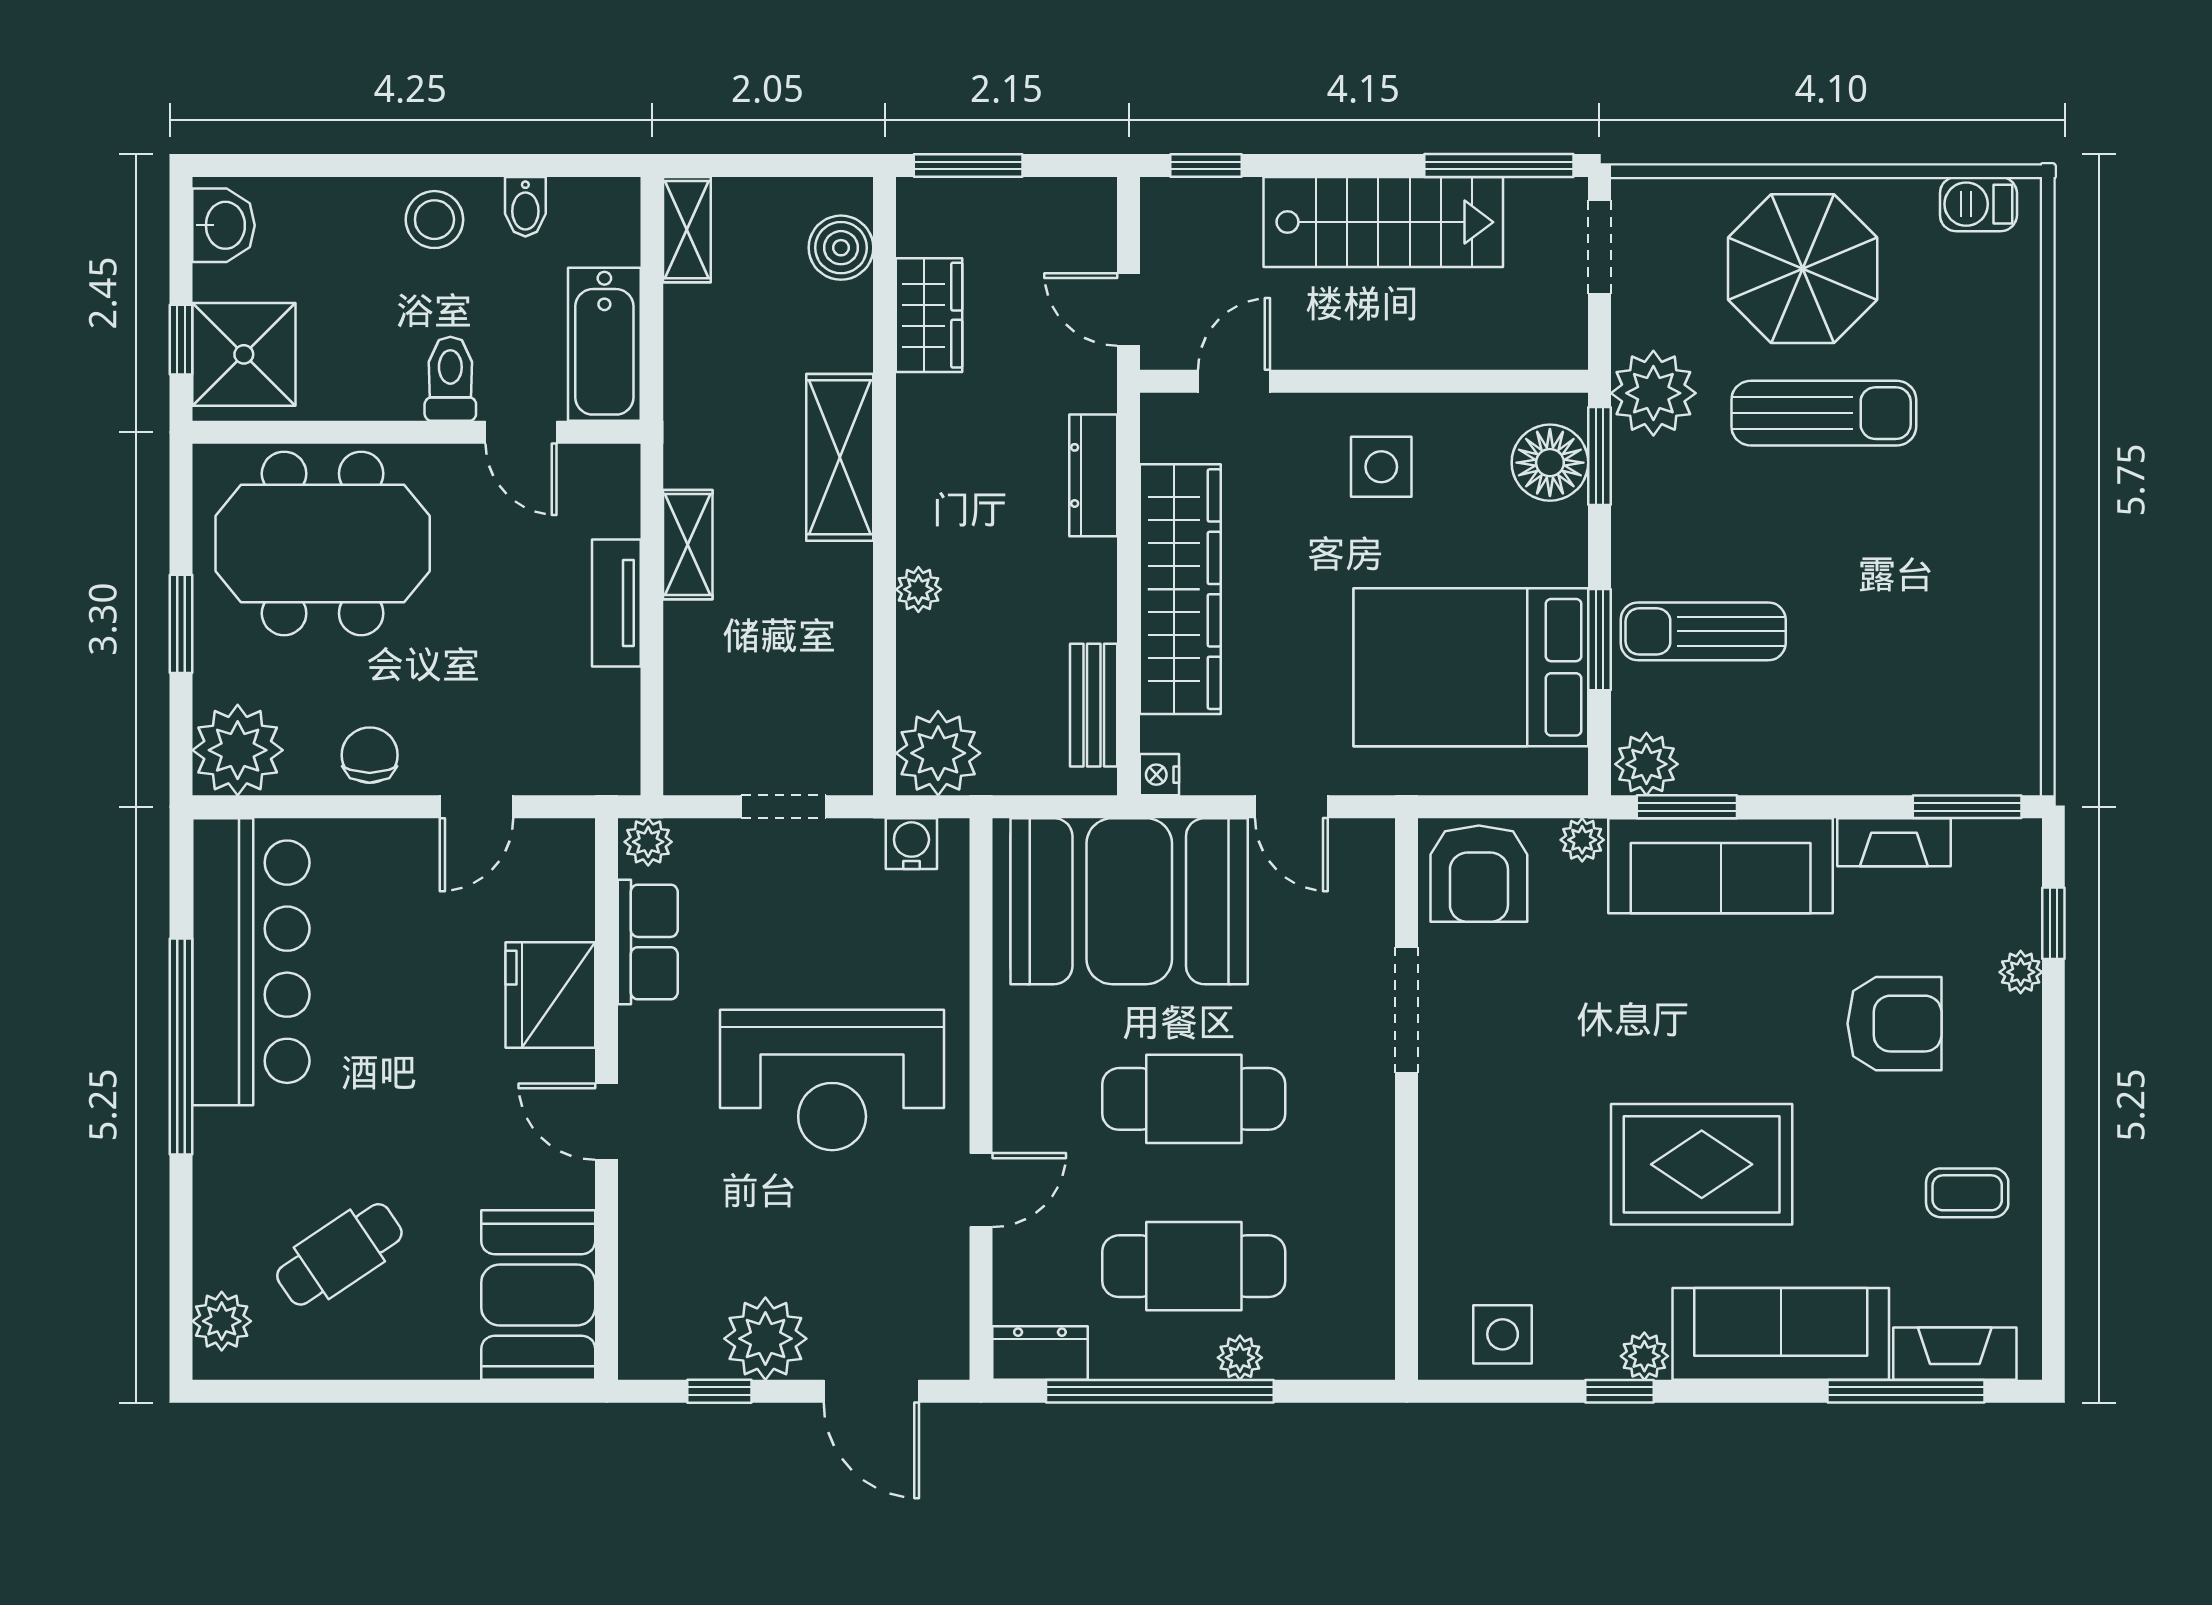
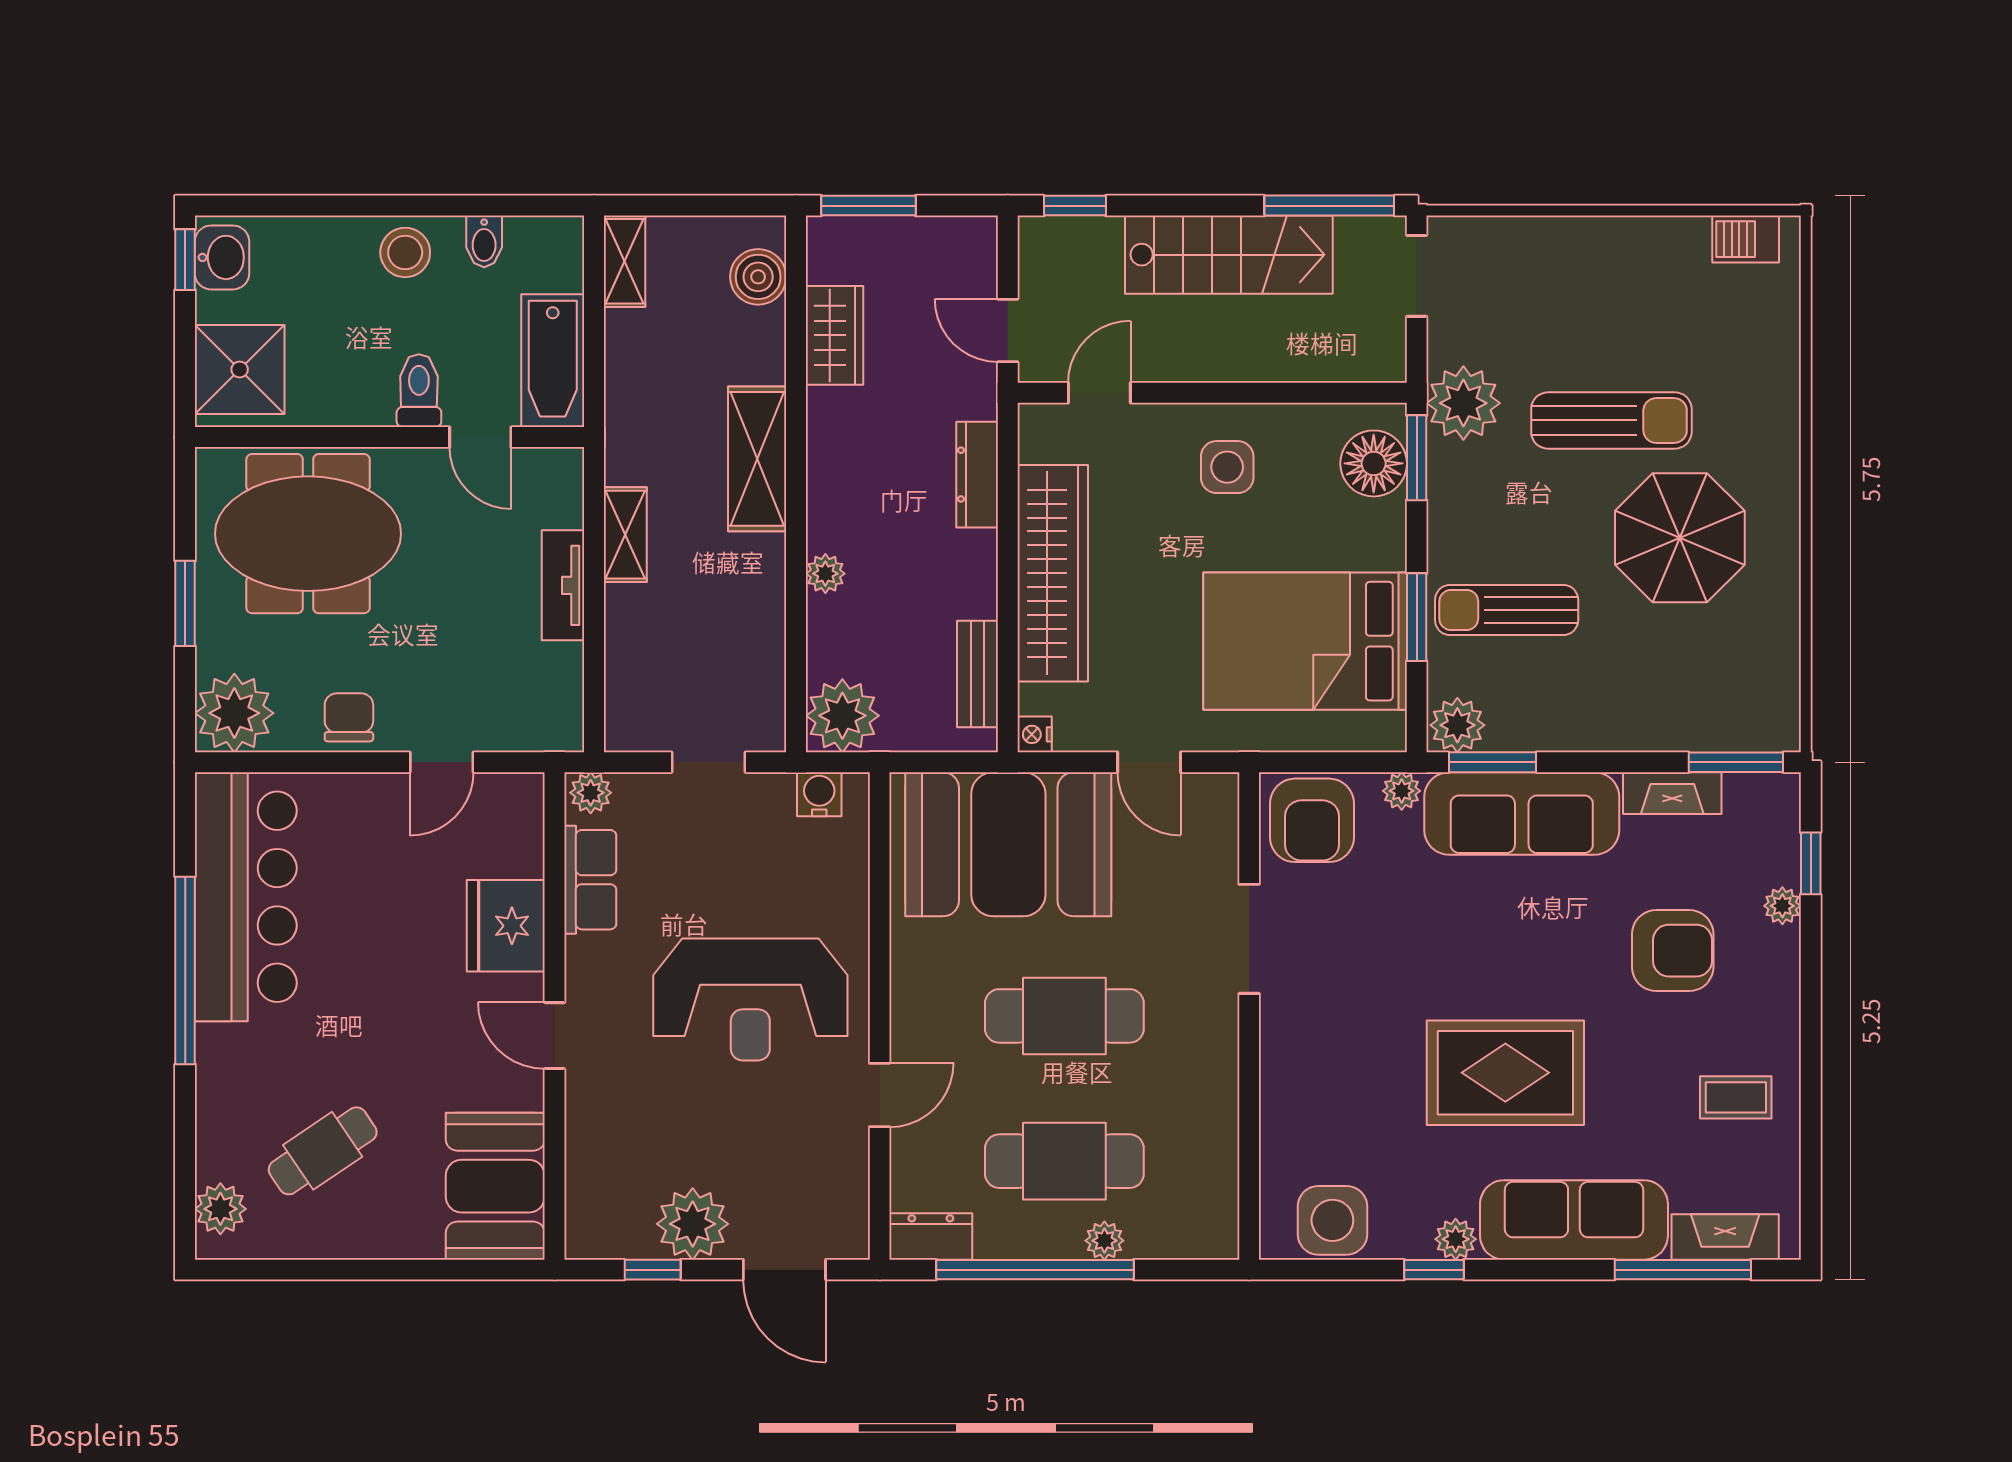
parasol: (1803, 269) -> (1680, 538), moved
window: (181, 340) -> (185, 260), moved
side table: (1503, 1334) -> (1332, 1220), width x1.37, depth x1.37

